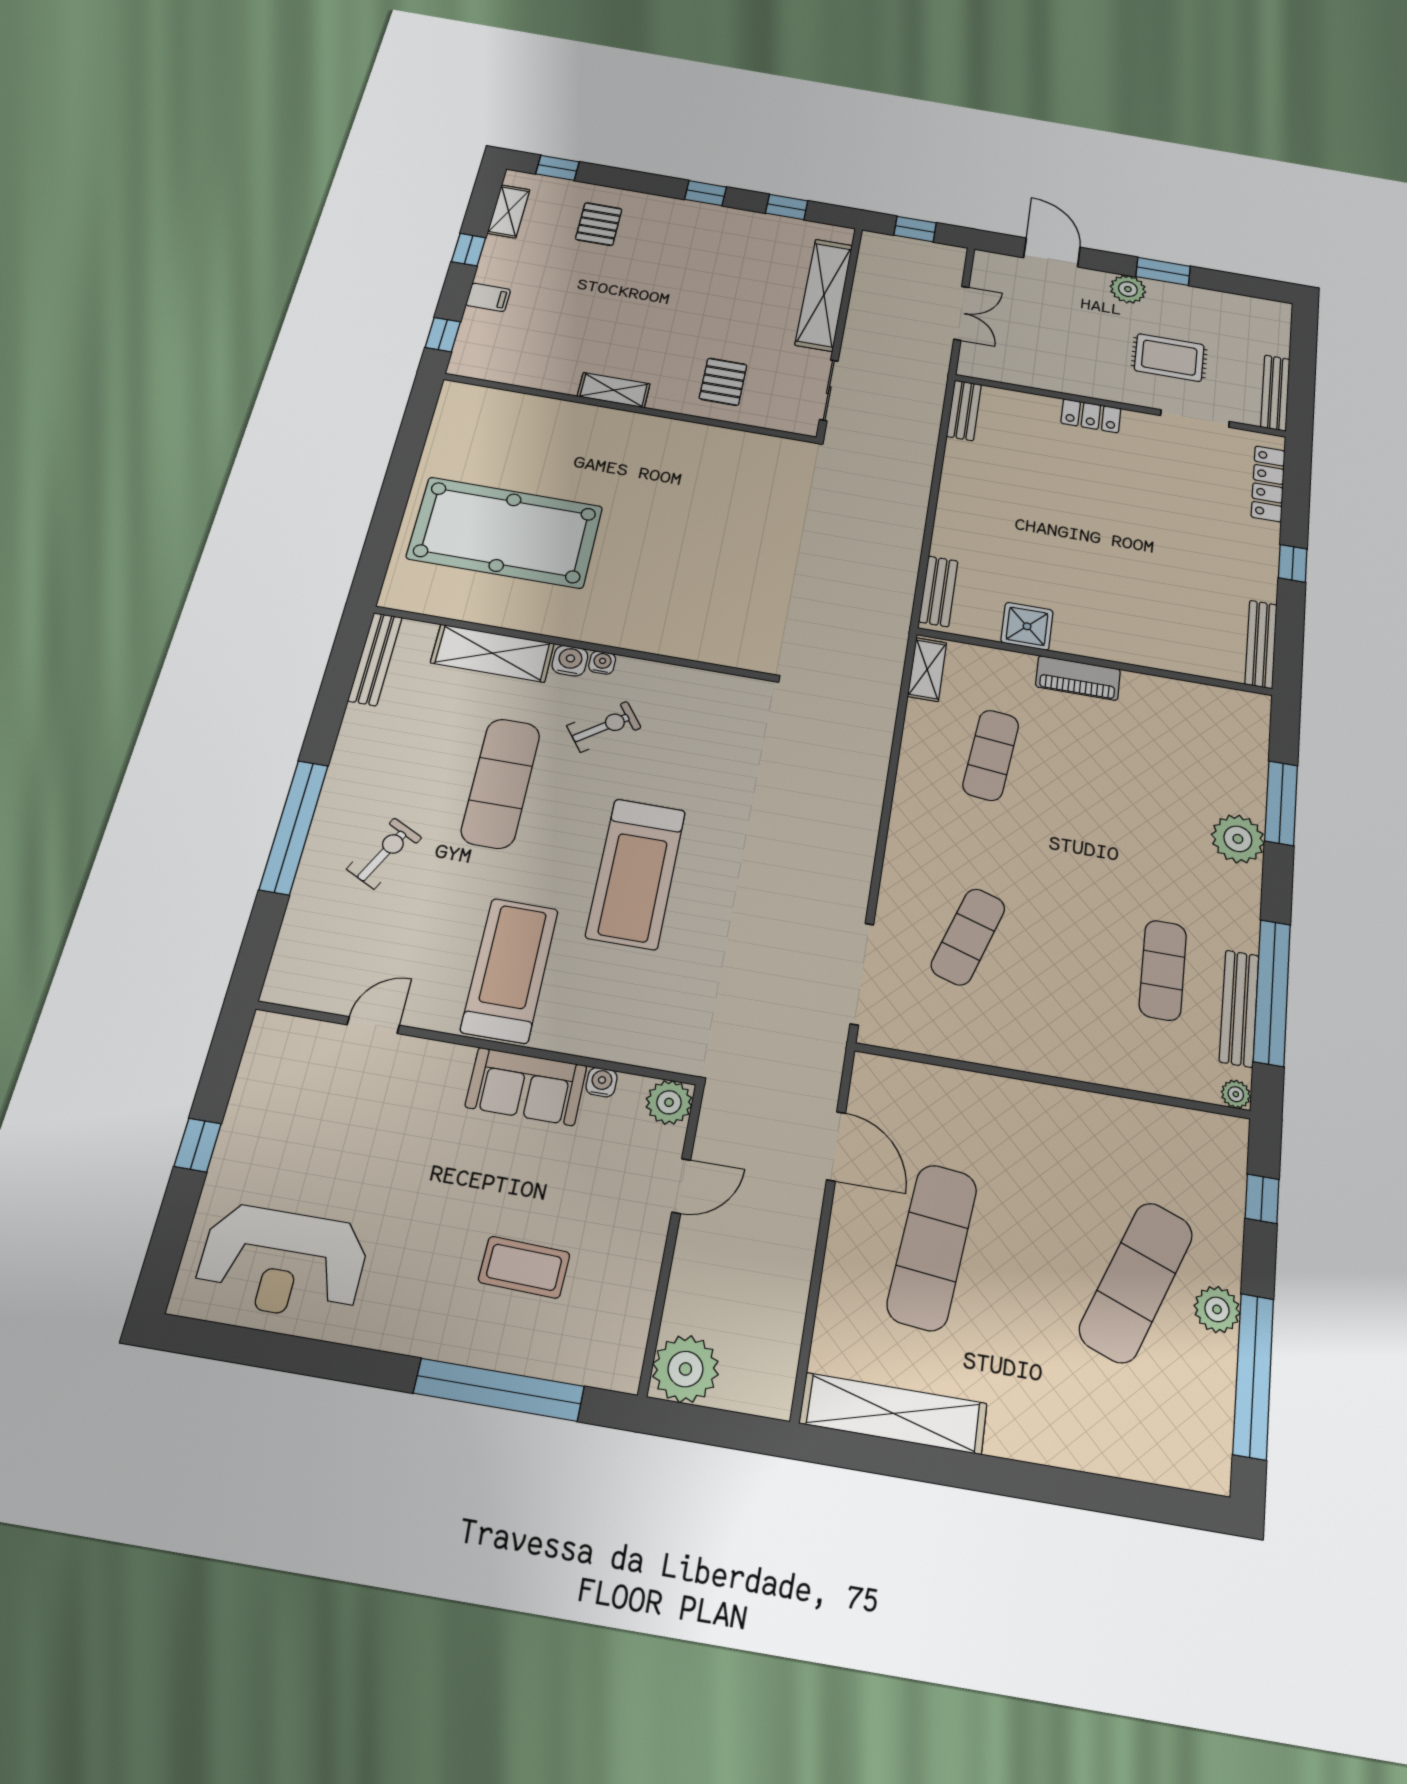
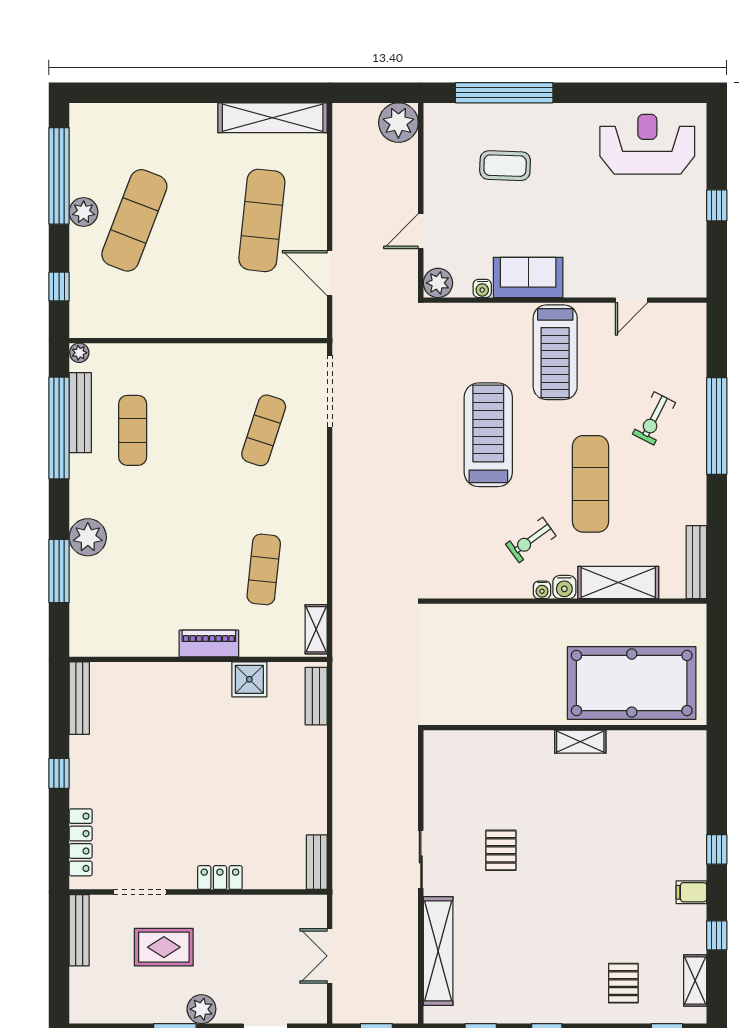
shelving: (614, 390) -> (580, 742), moved
wall: (630, 408) -> (565, 728), moved

